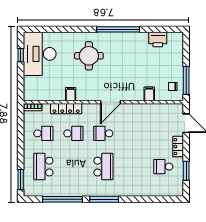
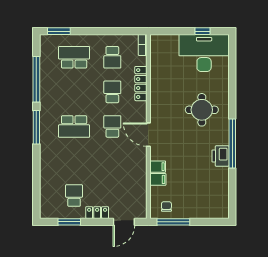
printer: (158, 40) -> (221, 156), moved
filing cabinet: (71, 94) -> (158, 167), moved
school desk: (73, 133) -> (112, 92), turned 180

